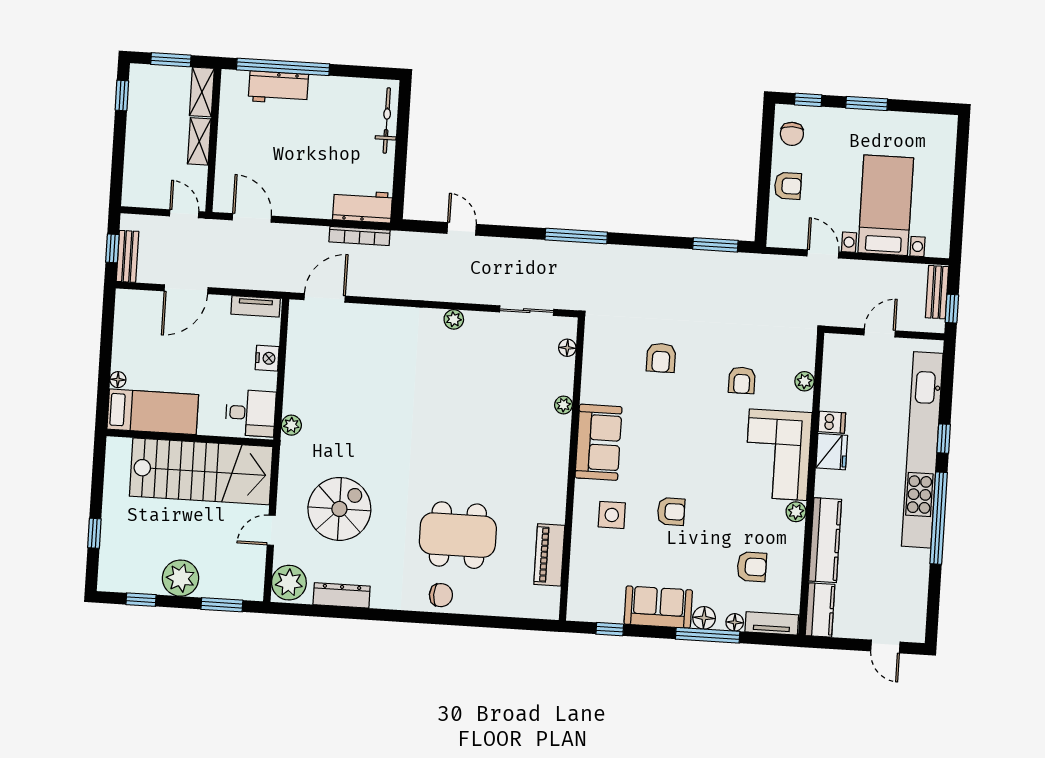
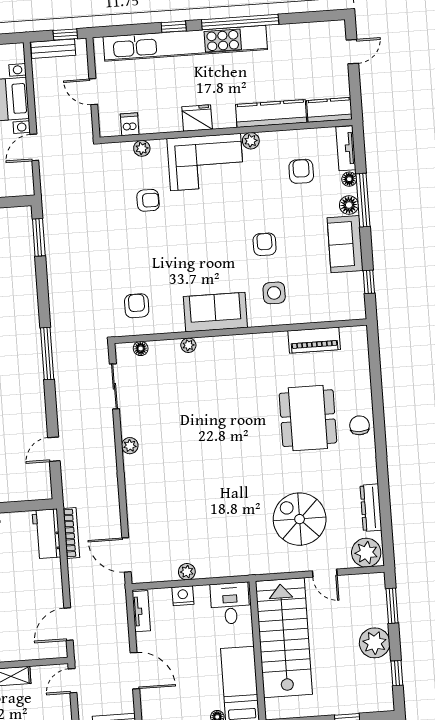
armchair: (661, 358) -> (137, 306), moved, turned -90
dishwasher: (832, 422) -> (130, 124), moved
plant: (291, 425) -> (187, 572), moved

